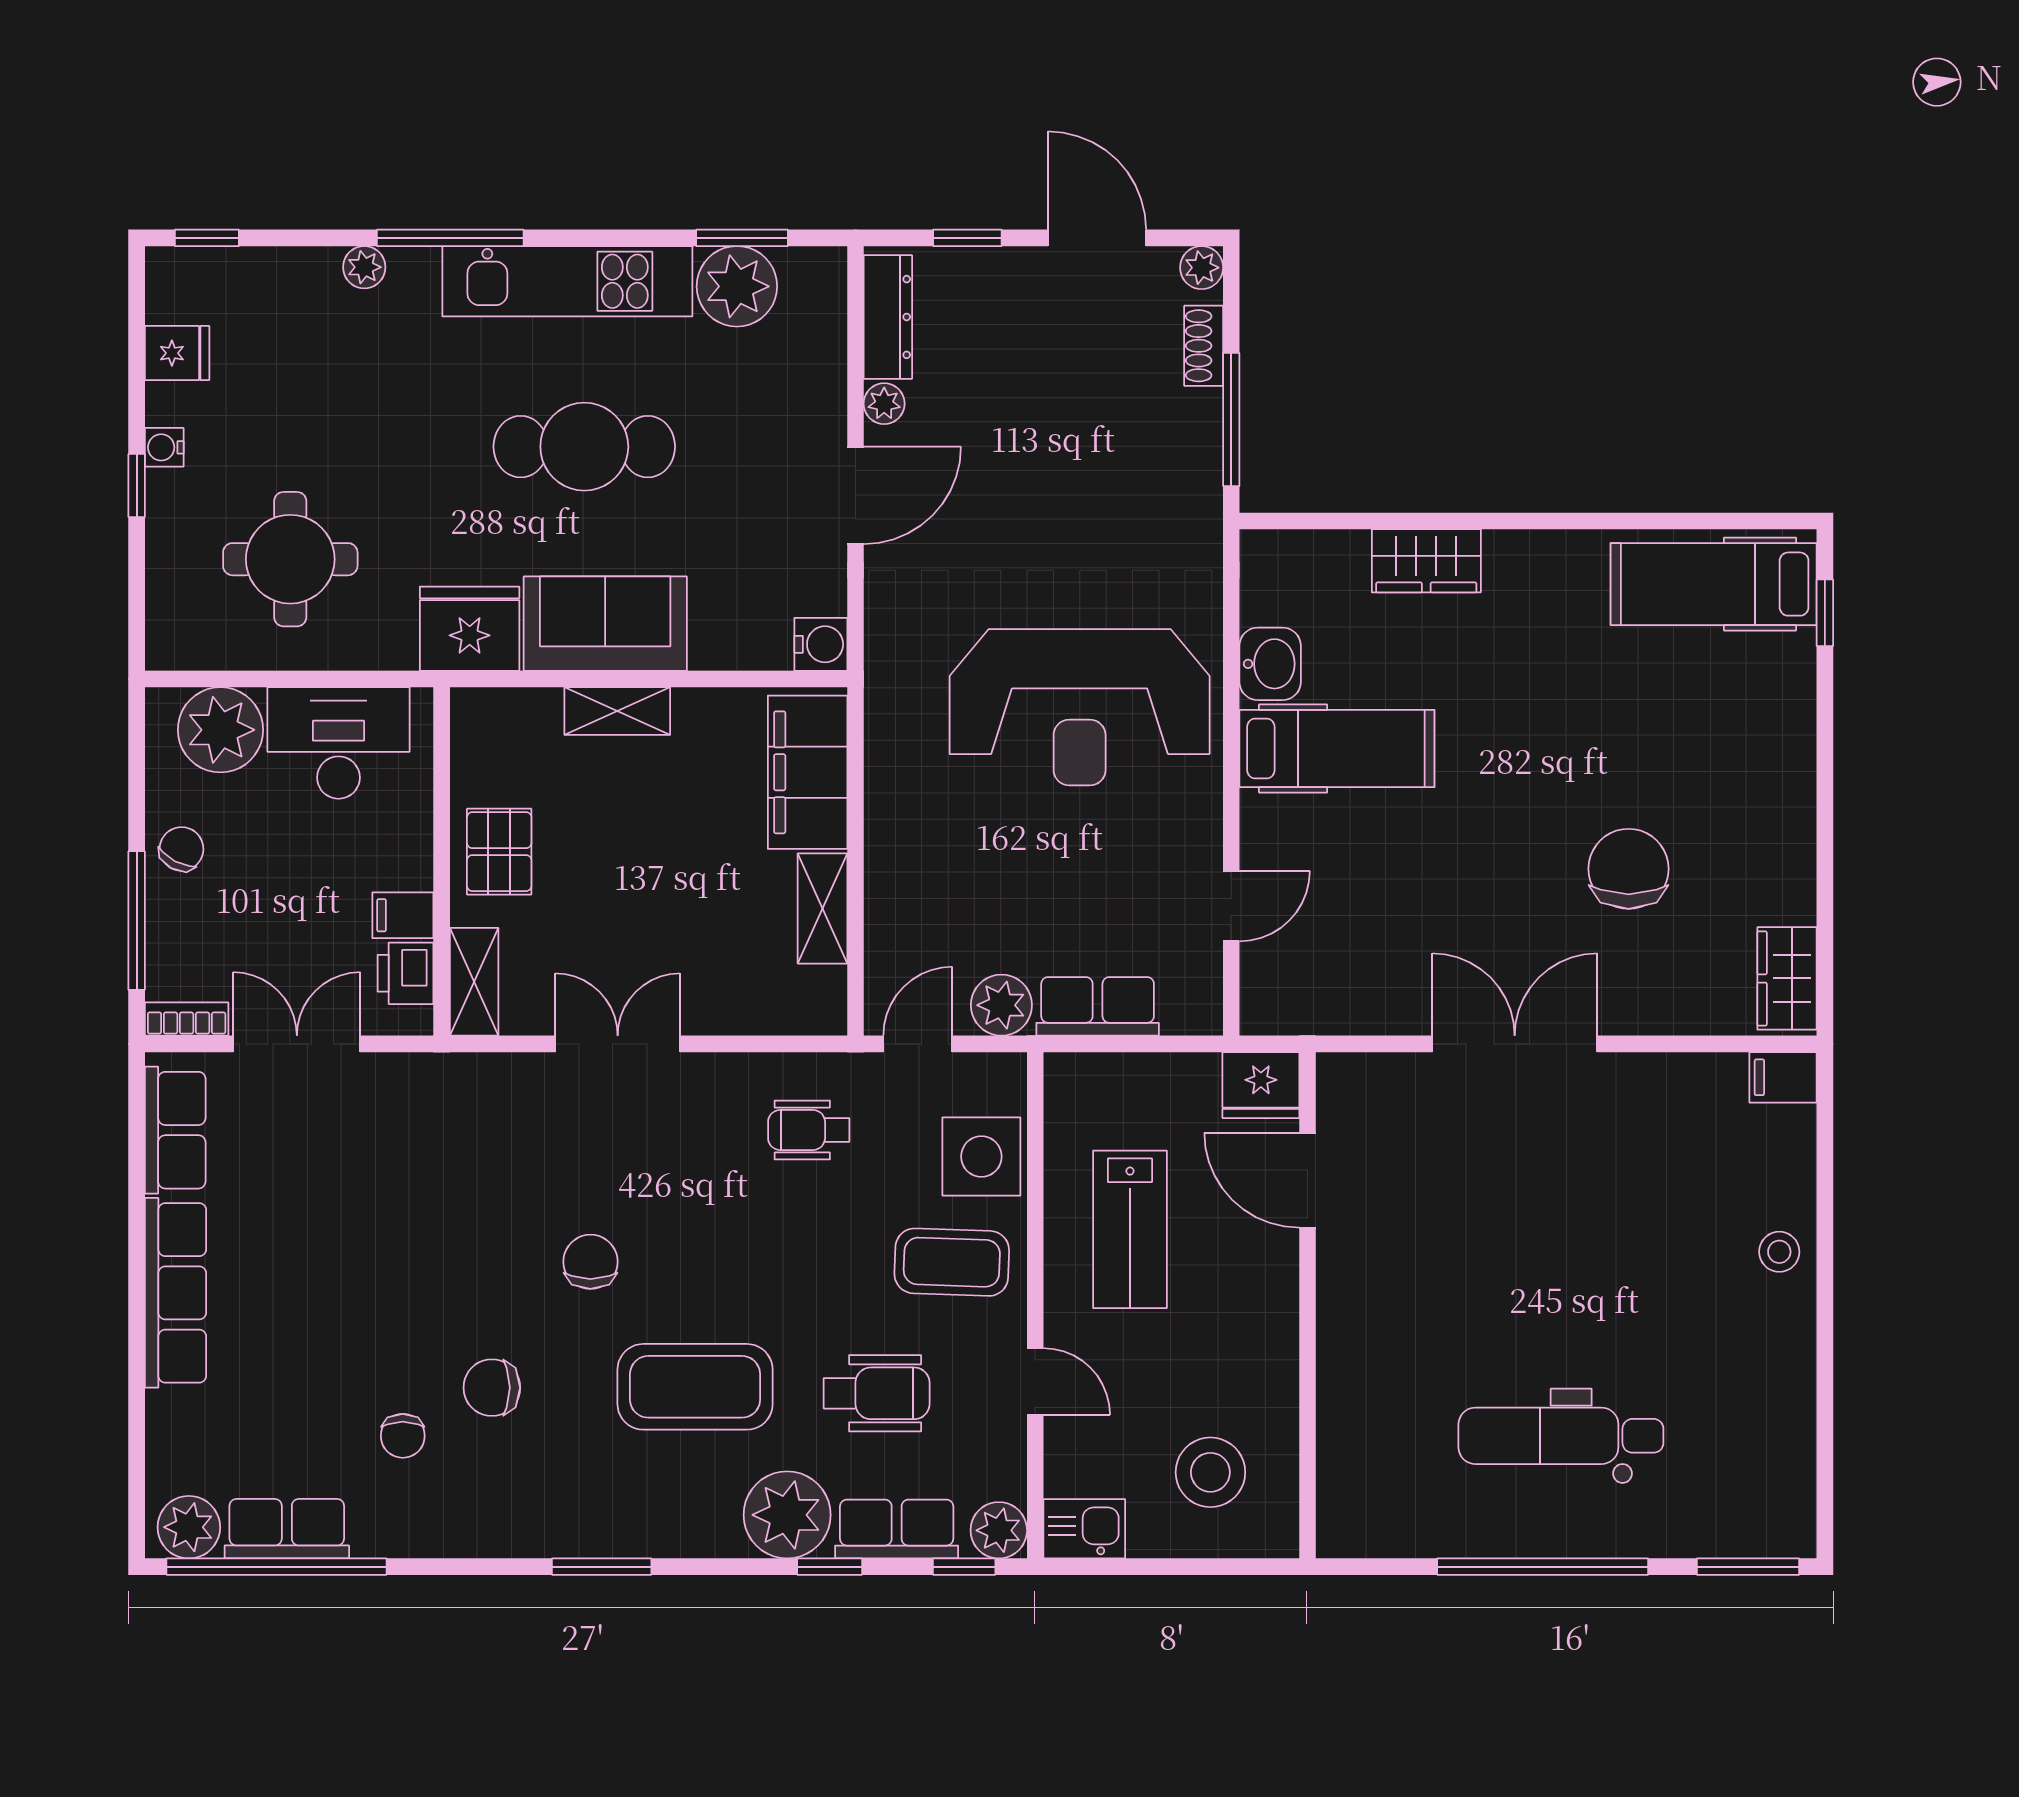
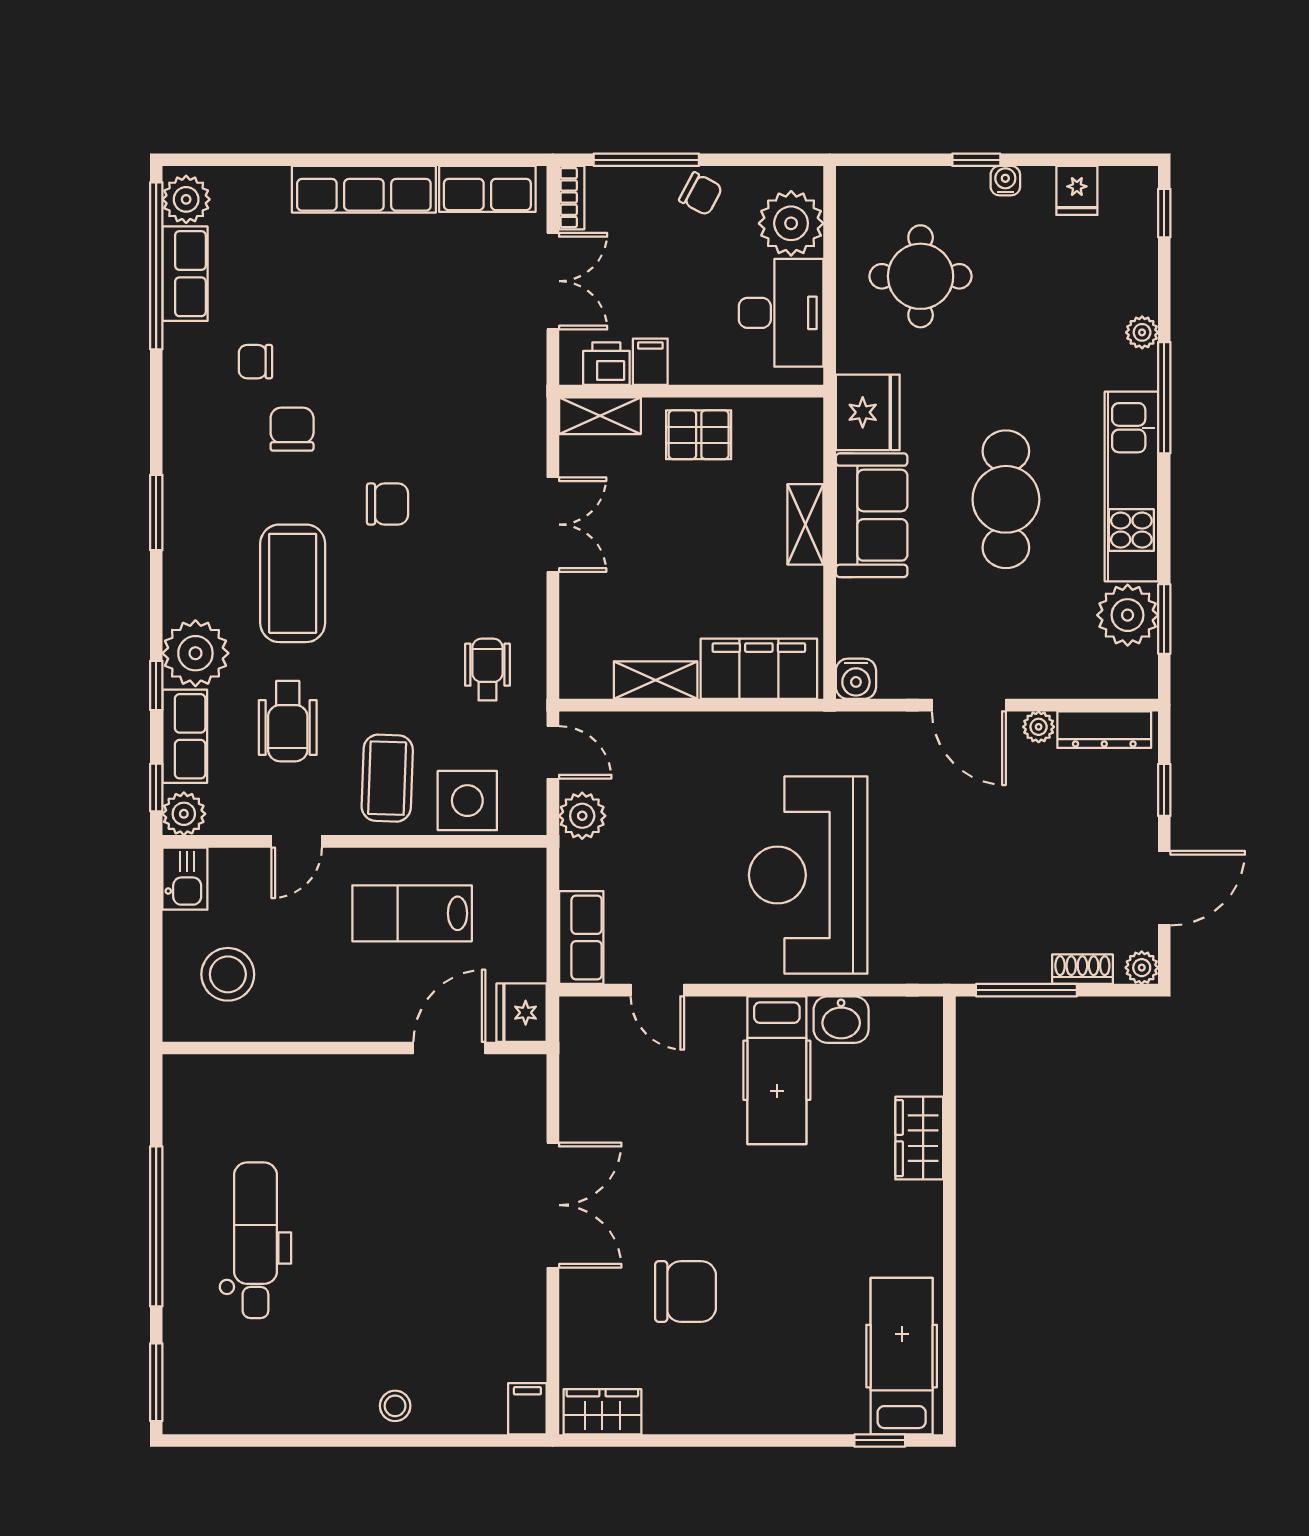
row of seats: (1098, 1006) -> (581, 937), moved

